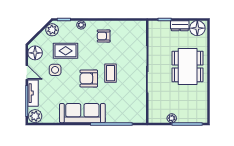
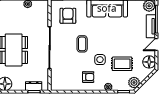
dresser: (180, 26) -> (34, 86), moved
side table: (55, 70) -> (100, 60), moved
door: (27, 72) -> (156, 45), hinge flipped
armchair: (89, 78) -> (68, 16), moved, turned -90

